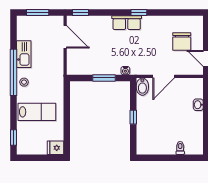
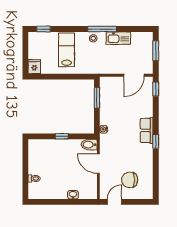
window: (14, 72) -> (102, 29), width x0.68
window: (104, 78) -> (97, 98), moved
lab bench: (37, 112) -> (67, 50), turned 180

